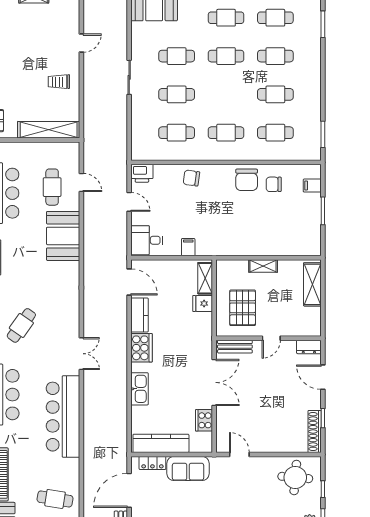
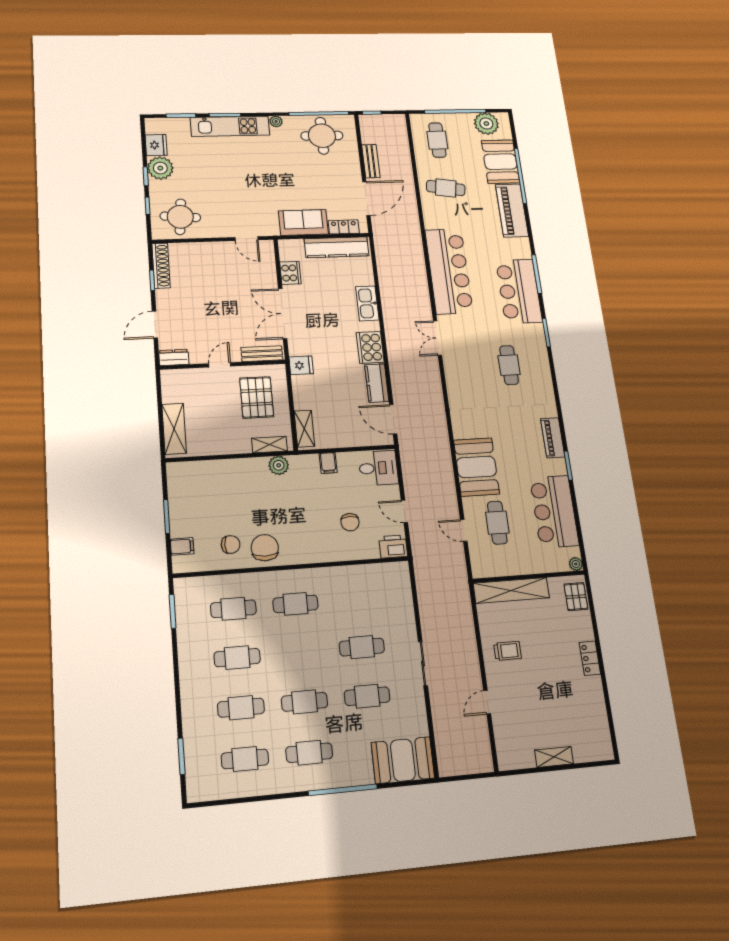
cafe table: (177, 133) -> (357, 599), removed
chair: (191, 178) -> (350, 522), moved, turned 82
plant: (229, 248) -> (279, 465), added
shelving: (263, 266) -> (269, 445), moved
fridge: (203, 303) -> (301, 365), moved
cafe table: (21, 325) -> (509, 365), turned -35
door: (323, 377) -> (155, 325), swing flipped

